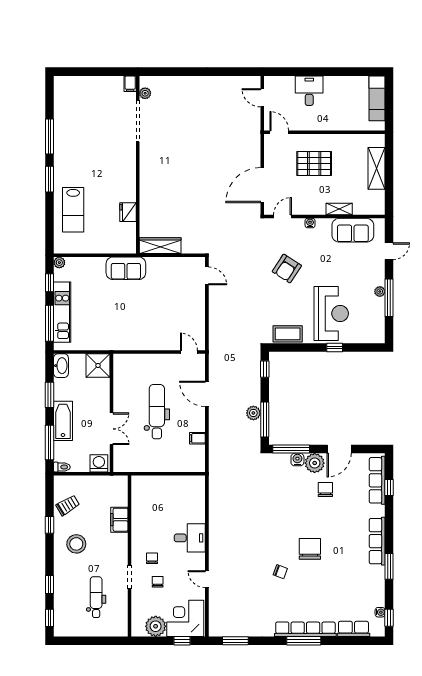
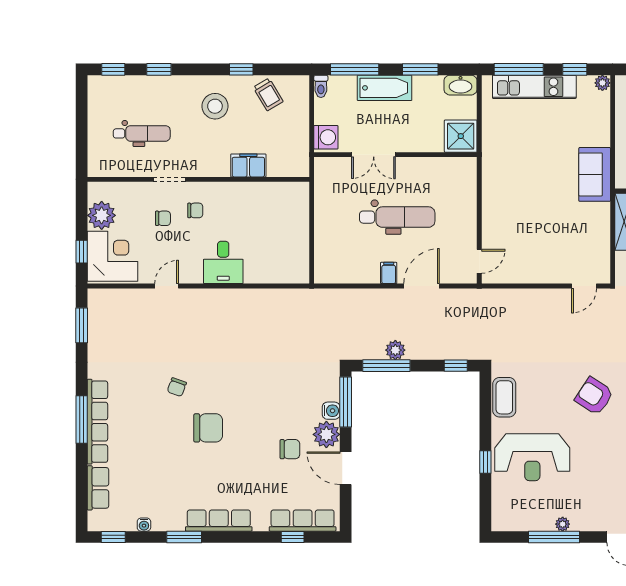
filing cabinet: (197, 438) -> (389, 273), moved
water cooler: (380, 612) -> (144, 525), moved

